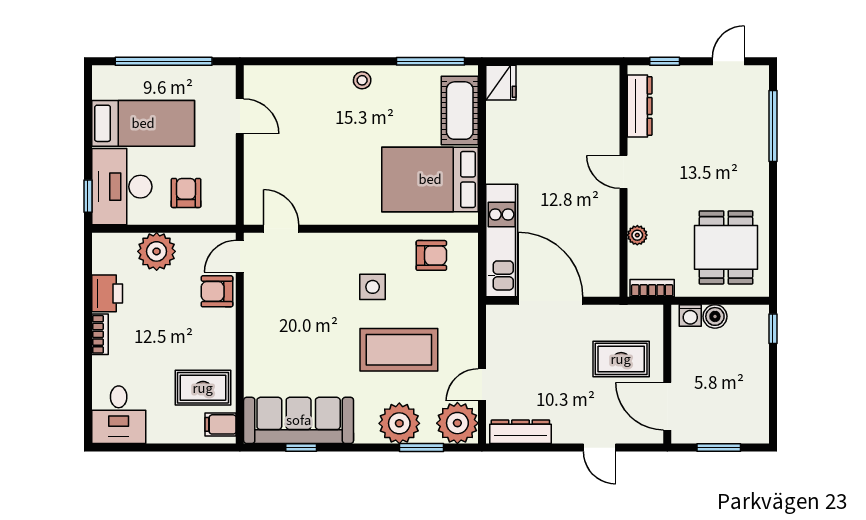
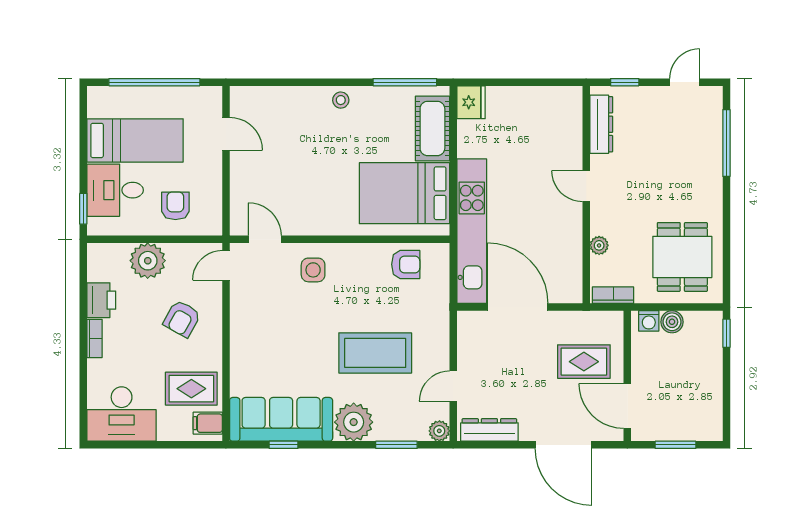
desk: (122, 187) -> (115, 190), width x0.73
kitchen unit: (502, 240) -> (472, 231), width x1.36
side table: (373, 287) -> (313, 270), moved
armchair: (217, 291) -> (182, 319), moved, turned -61
desk: (119, 415) -> (122, 414), width x1.37
plant: (399, 423) -> (354, 422), moved
plant: (457, 423) -> (439, 431), width x0.53, depth x0.53
door: (599, 448) -> (564, 445), width x1.87

